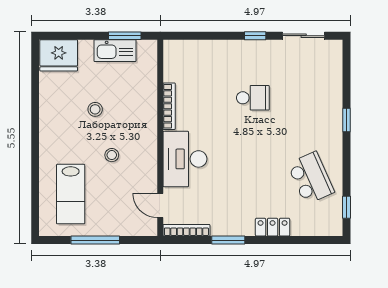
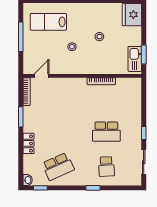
kitchen sink: (115, 51) -> (135, 59), moved
school desk: (253, 98) -> (106, 132), width x1.85
school desk: (311, 98) -> (106, 166), added
desk: (185, 159) -> (70, 91), removed
washbasin: (333, 229) -> (28, 180), added

